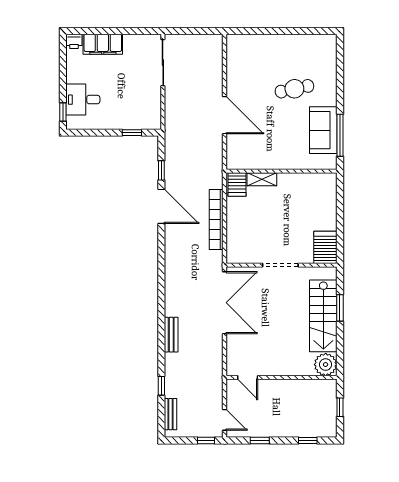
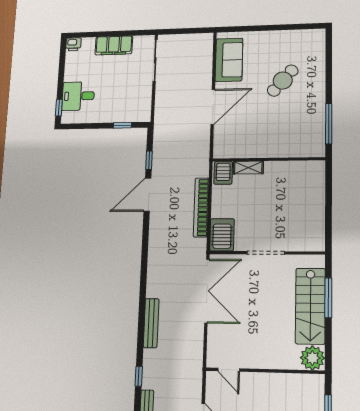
filing cabinet: (103, 44) -> (114, 45), moved
cafe table: (294, 89) -> (283, 81), turned -38
door: (225, 115) -> (213, 107), hinge flipped
sofa: (323, 130) -> (229, 60), moved, turned 180
door: (161, 206) -> (147, 195), swing flipped
server rack: (325, 247) -> (222, 235), moved
window: (340, 308) -> (328, 298), width x1.44
bench: (171, 335) -> (151, 323), width x1.36

